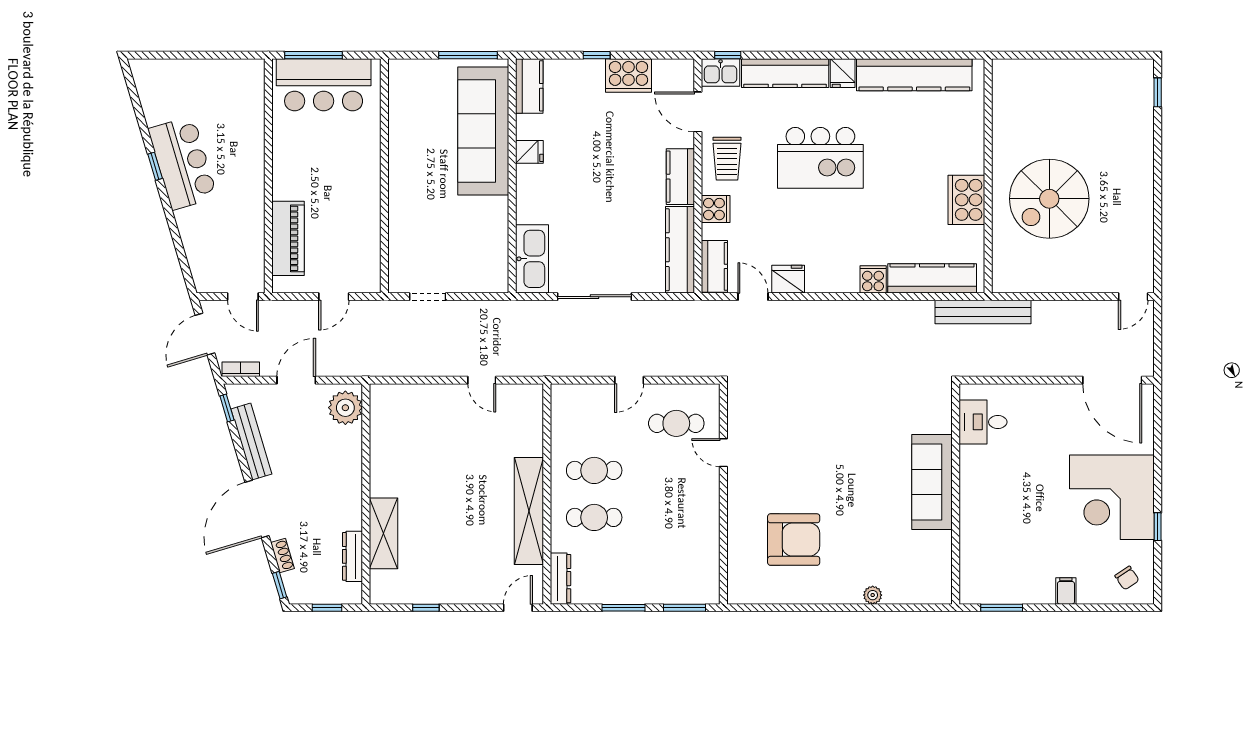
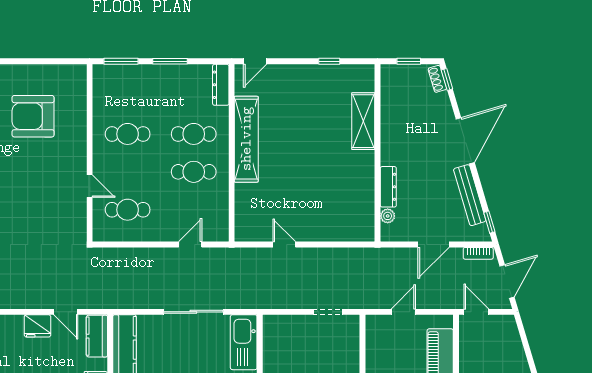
door: (629, 380) -> (190, 245), moved
plant: (345, 408) -> (388, 216), width x0.53, depth x0.53
cafe table: (676, 517) -> (128, 134), added
shoe rack: (282, 556) -> (437, 79), moved
dresser: (352, 556) -> (388, 187), moved

